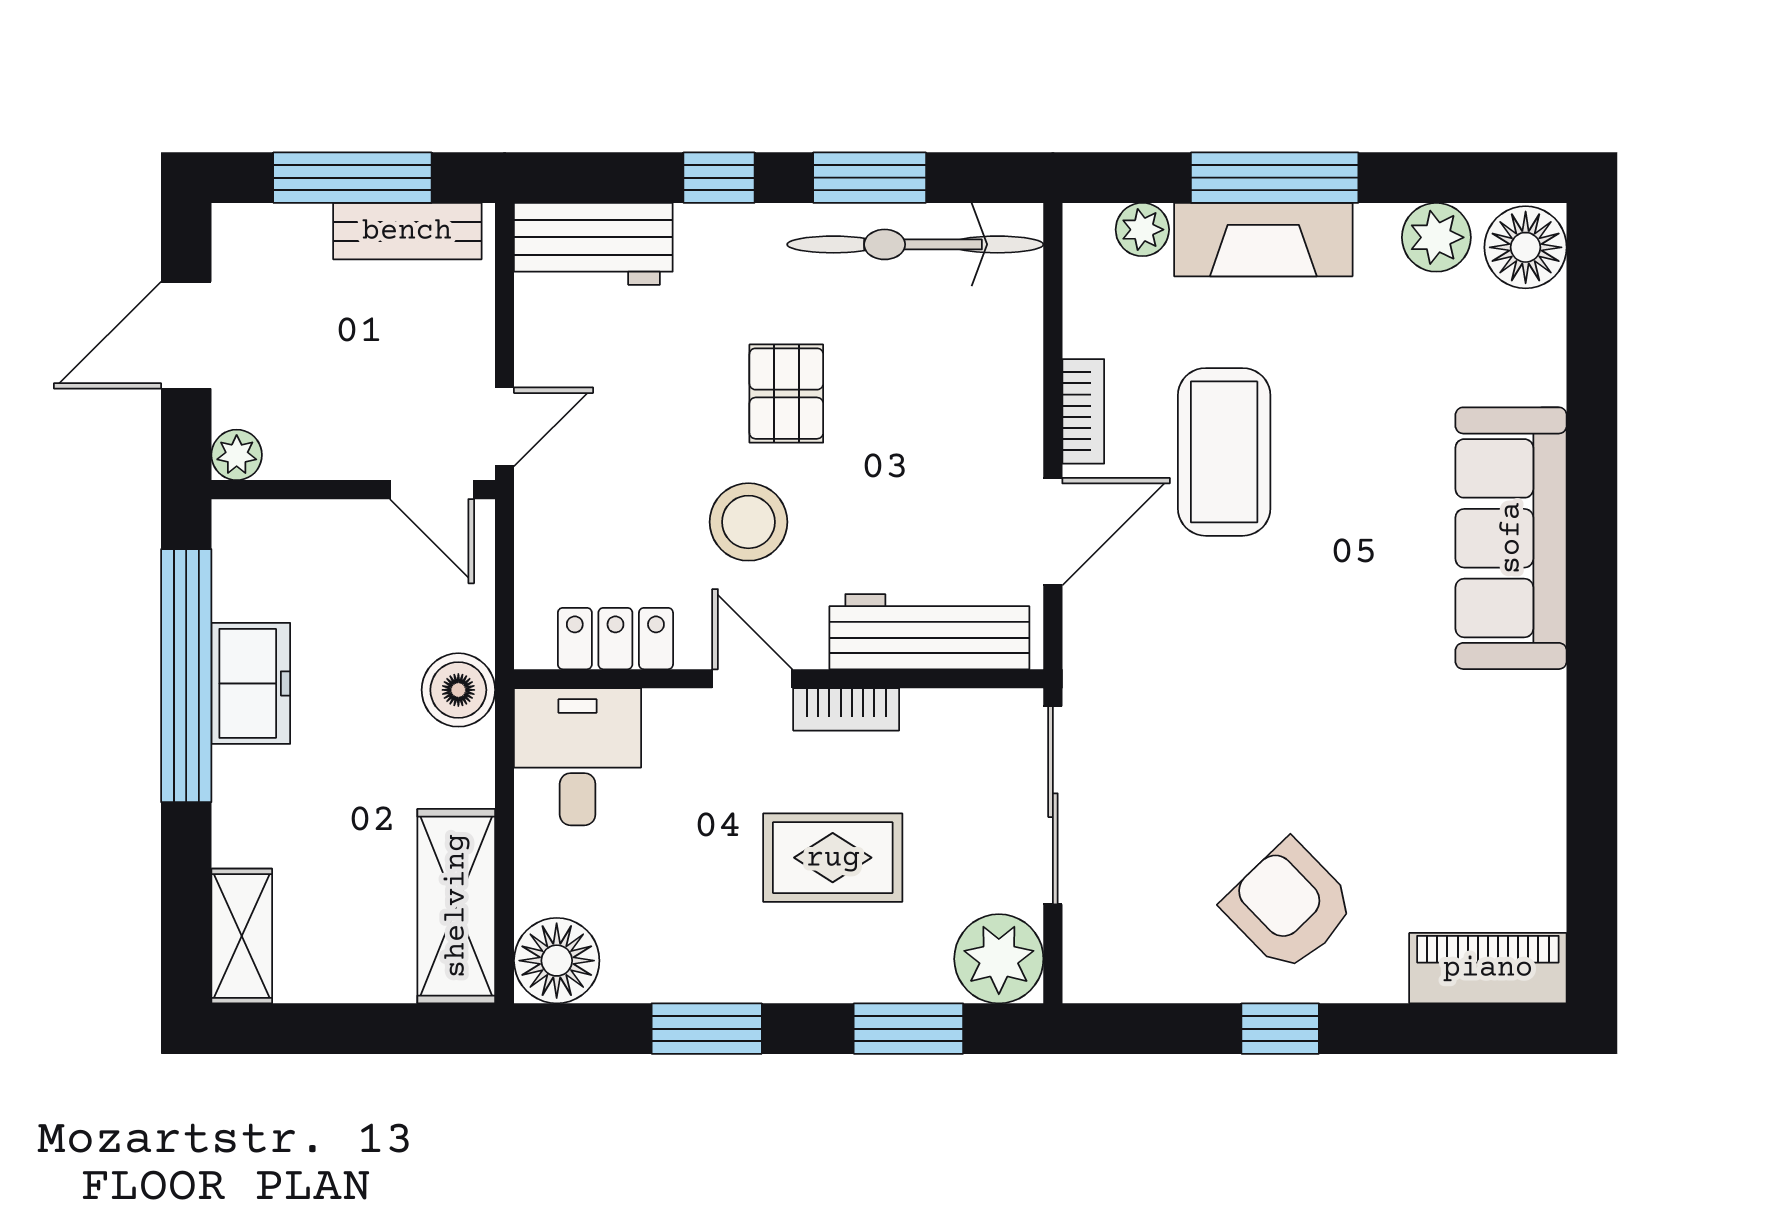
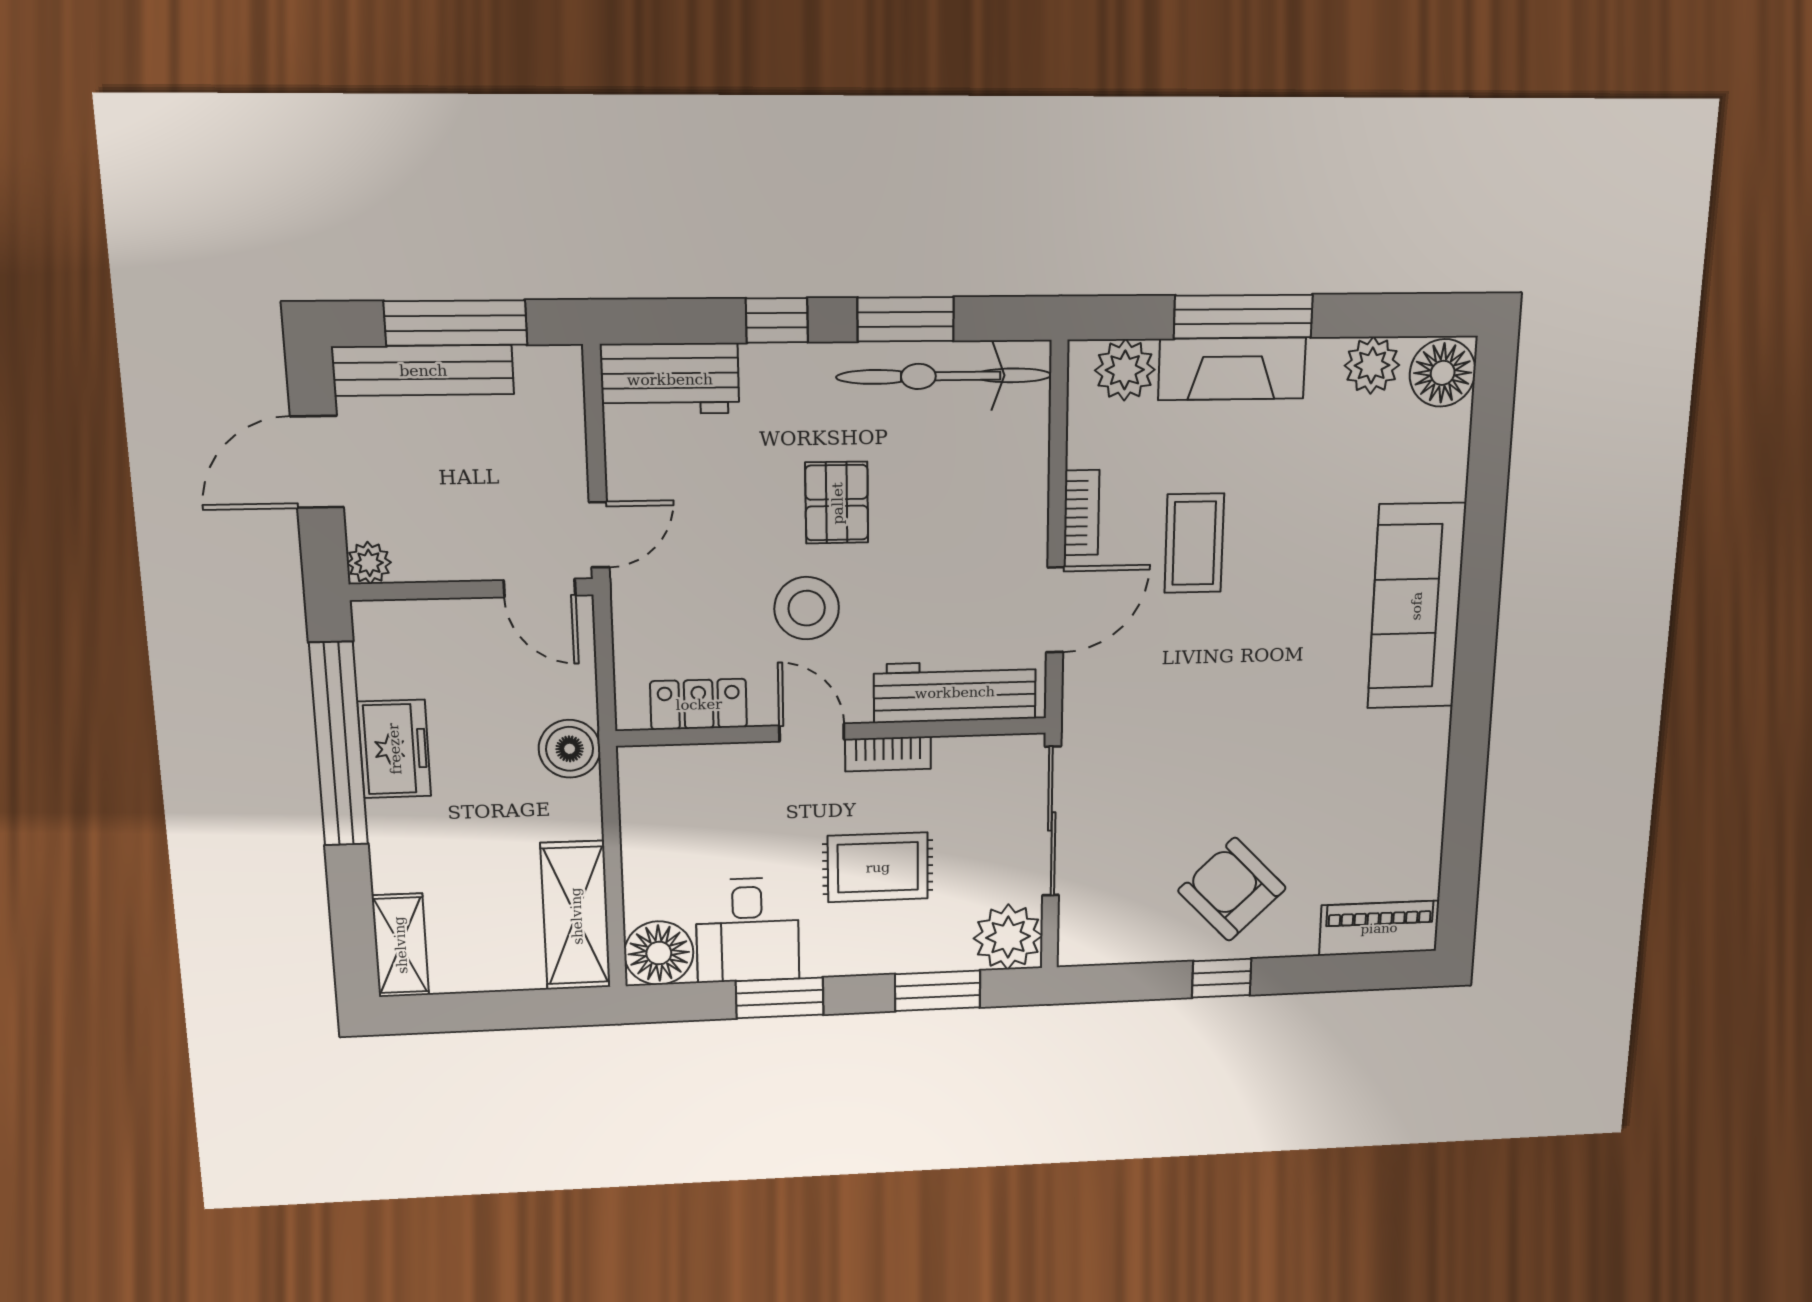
plant: (1142, 230) -> (1125, 370), width x1.38, depth x1.38
bench: (407, 231) -> (423, 370), moved, width x1.36
coffee table: (1224, 452) -> (1194, 543), width x0.73, depth x0.76
desk: (578, 757) -> (748, 930), moved, turned 180

